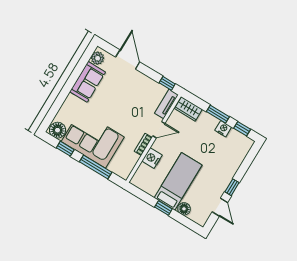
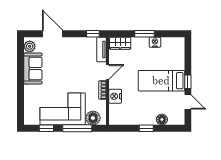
window: (242, 129) -> (169, 34), removed
floor lamp: (58, 130) -> (93, 118), moved
bed: (178, 181) -> (161, 81), moved, turned -90

